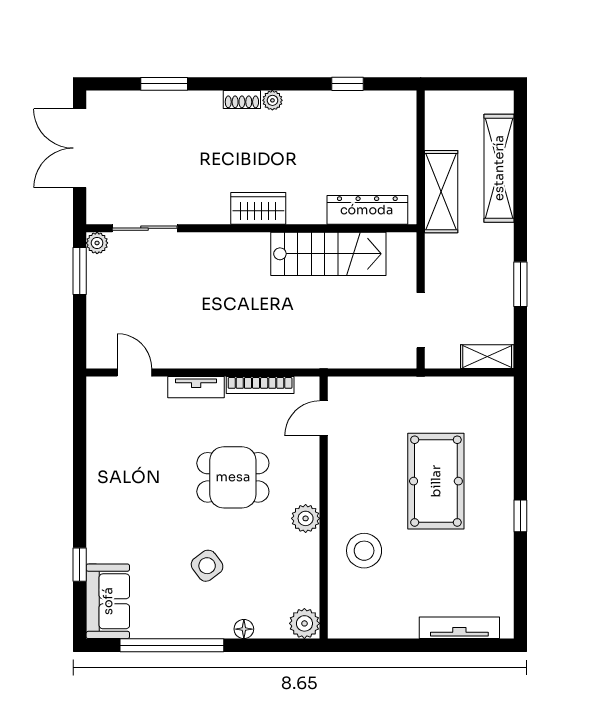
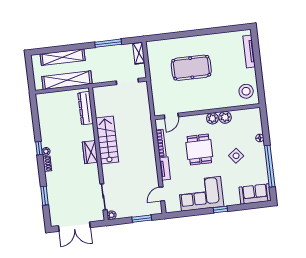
window: (347, 84) -> (39, 148), moved
shelving: (441, 192) -> (67, 80), width x1.47
stairs: (328, 254) -> (107, 140), moved
window: (80, 271) -> (142, 219), moved
window: (520, 284) -> (108, 43), width x1.44
door: (324, 418) -> (171, 116), hinge flipped
corner sofa: (124, 469) -> (201, 194), added
window: (520, 516) -> (201, 32), removed
stool: (364, 551) -> (246, 91), moved
window: (80, 565) -> (220, 209), moved
plant: (304, 623) -> (225, 117), moved

